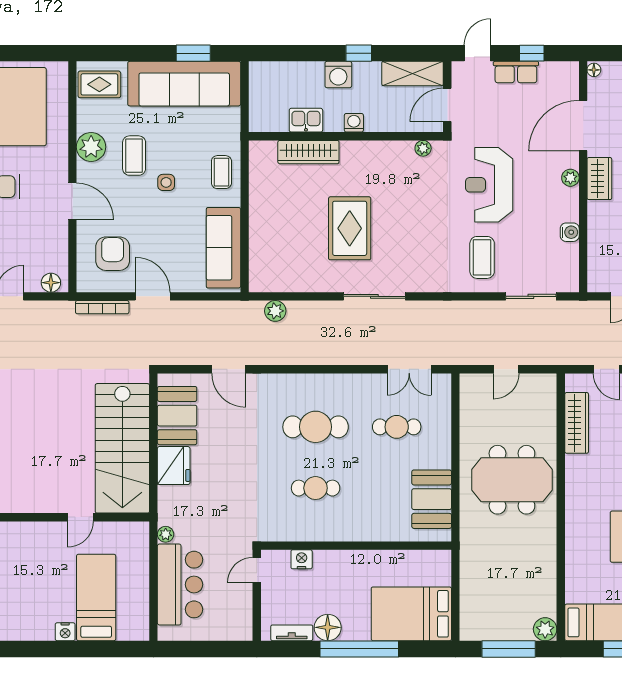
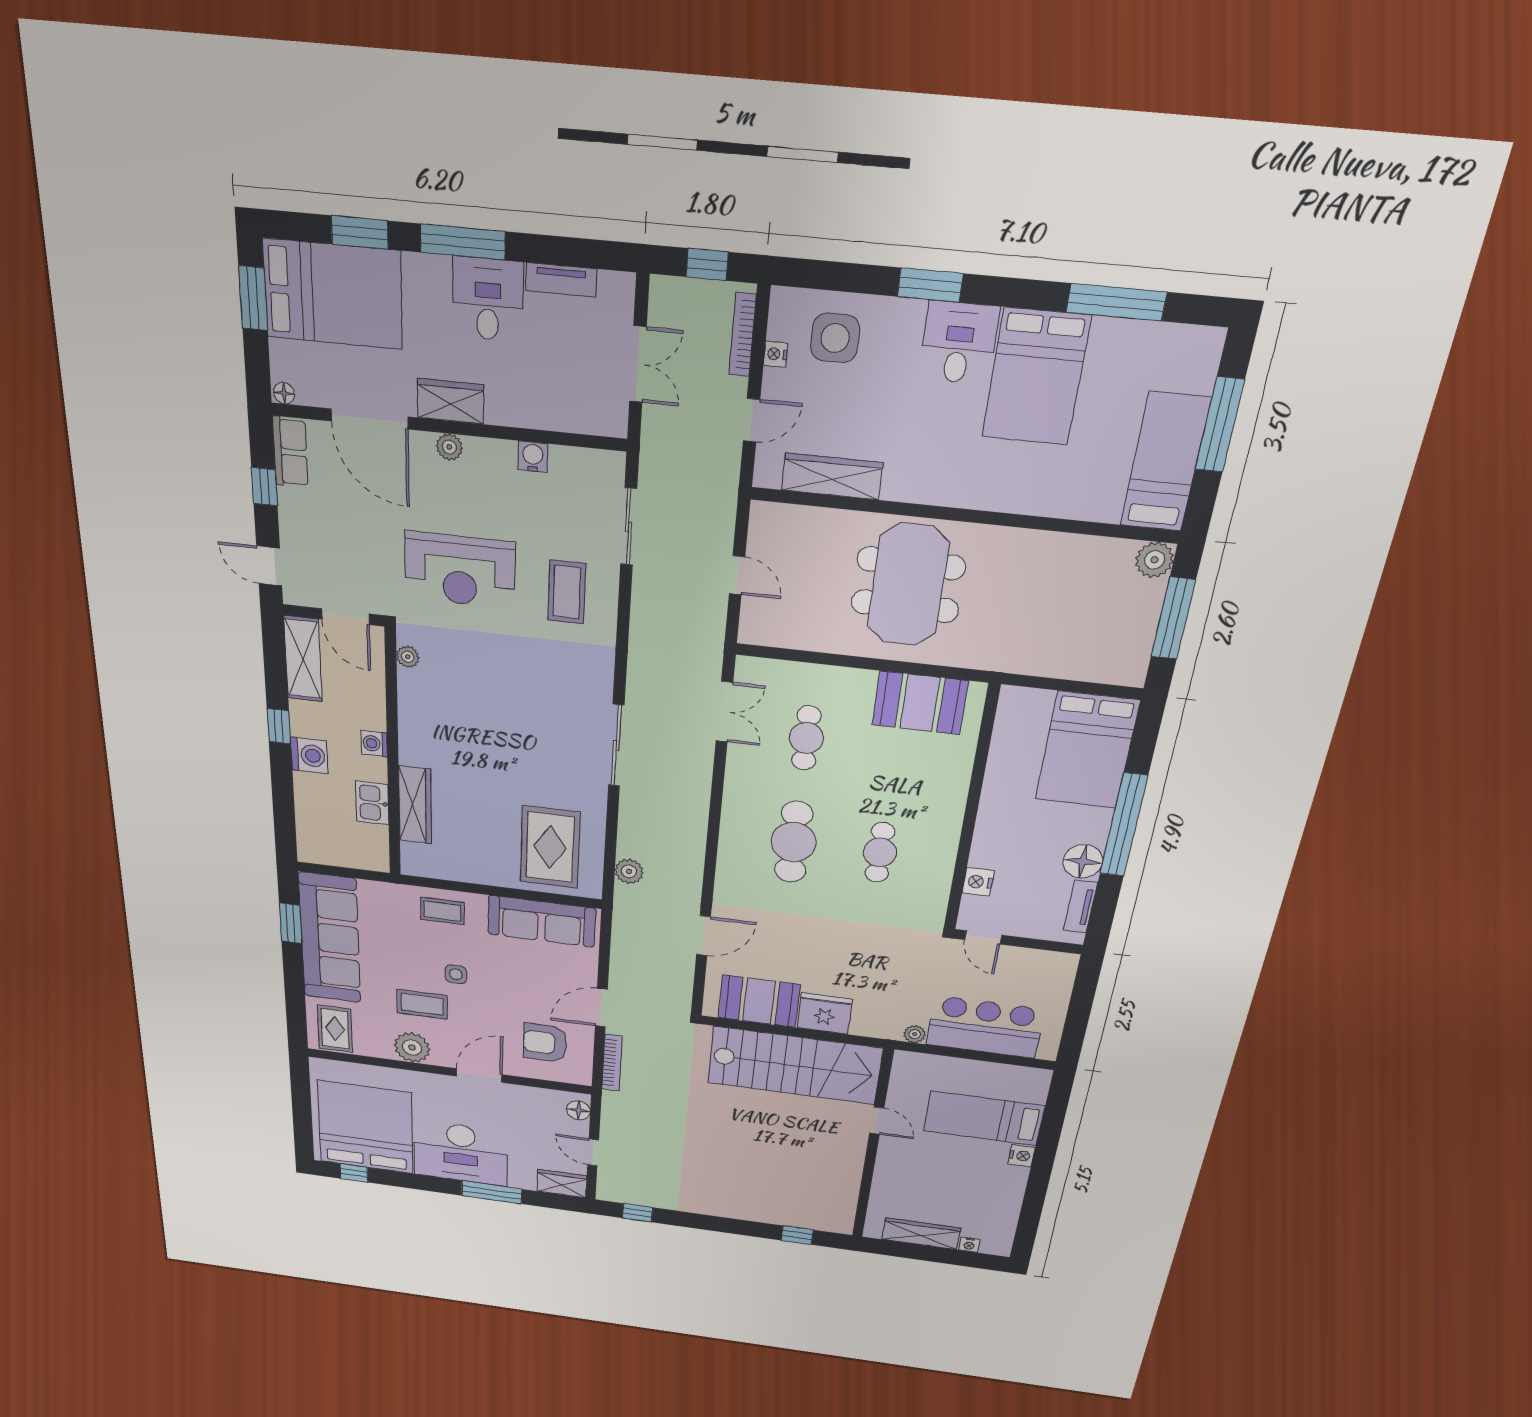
row of seats: (516, 72) -> (290, 452), moved
rug: (350, 228) -> (550, 847), moved, turned 90
coffee table: (482, 257) -> (567, 592), turned 90

